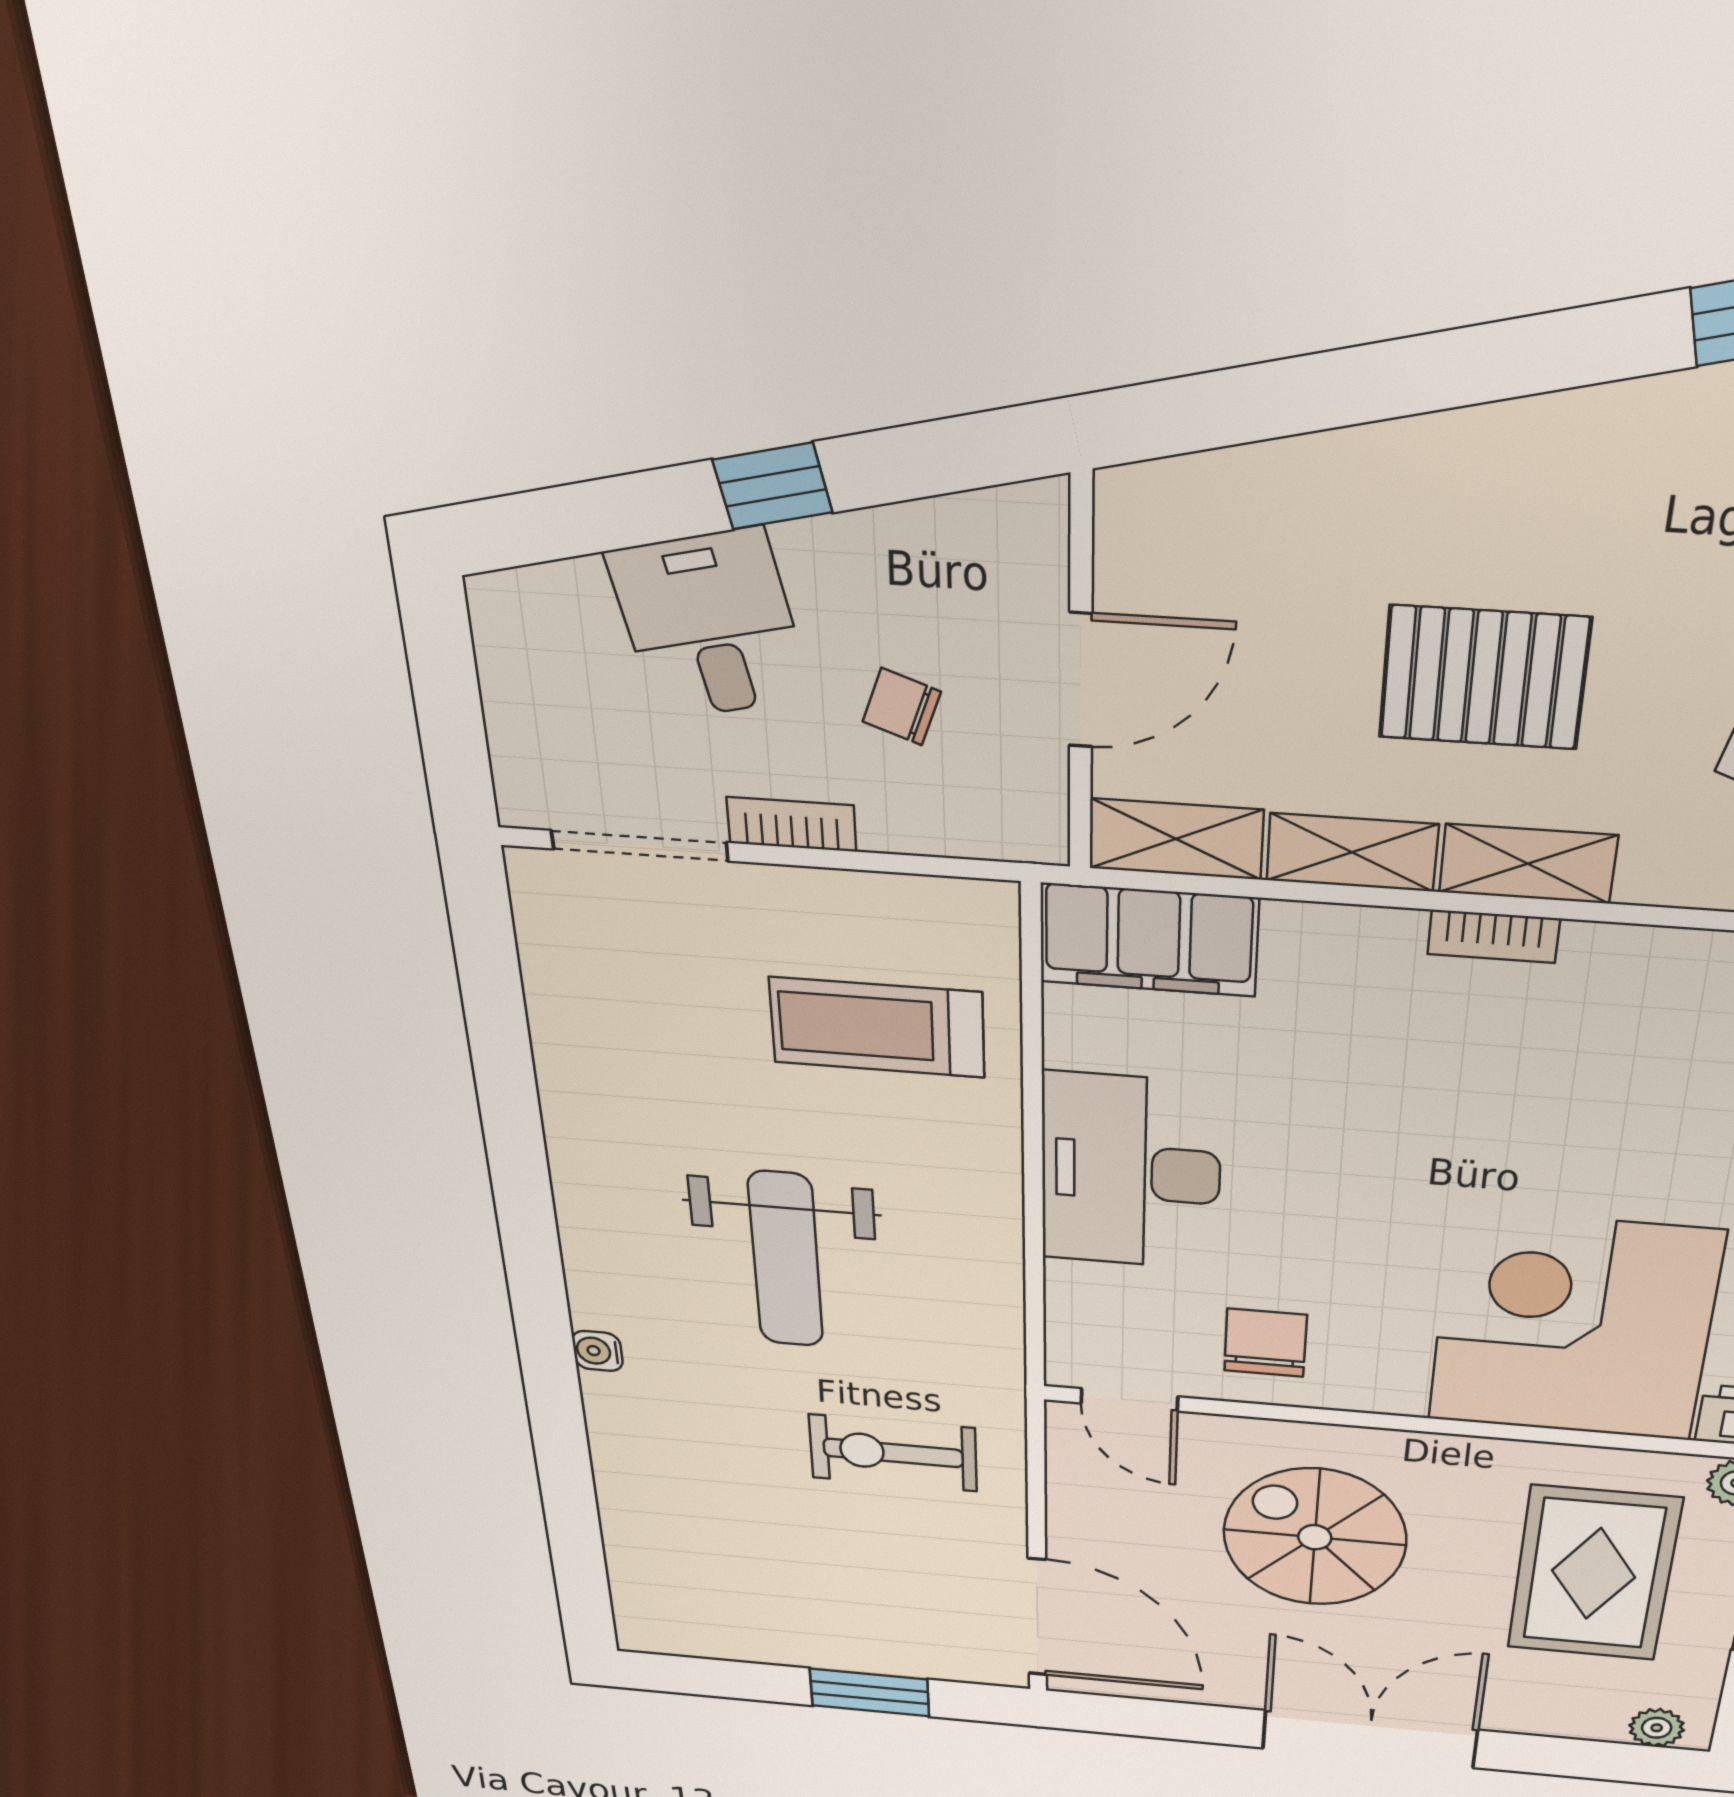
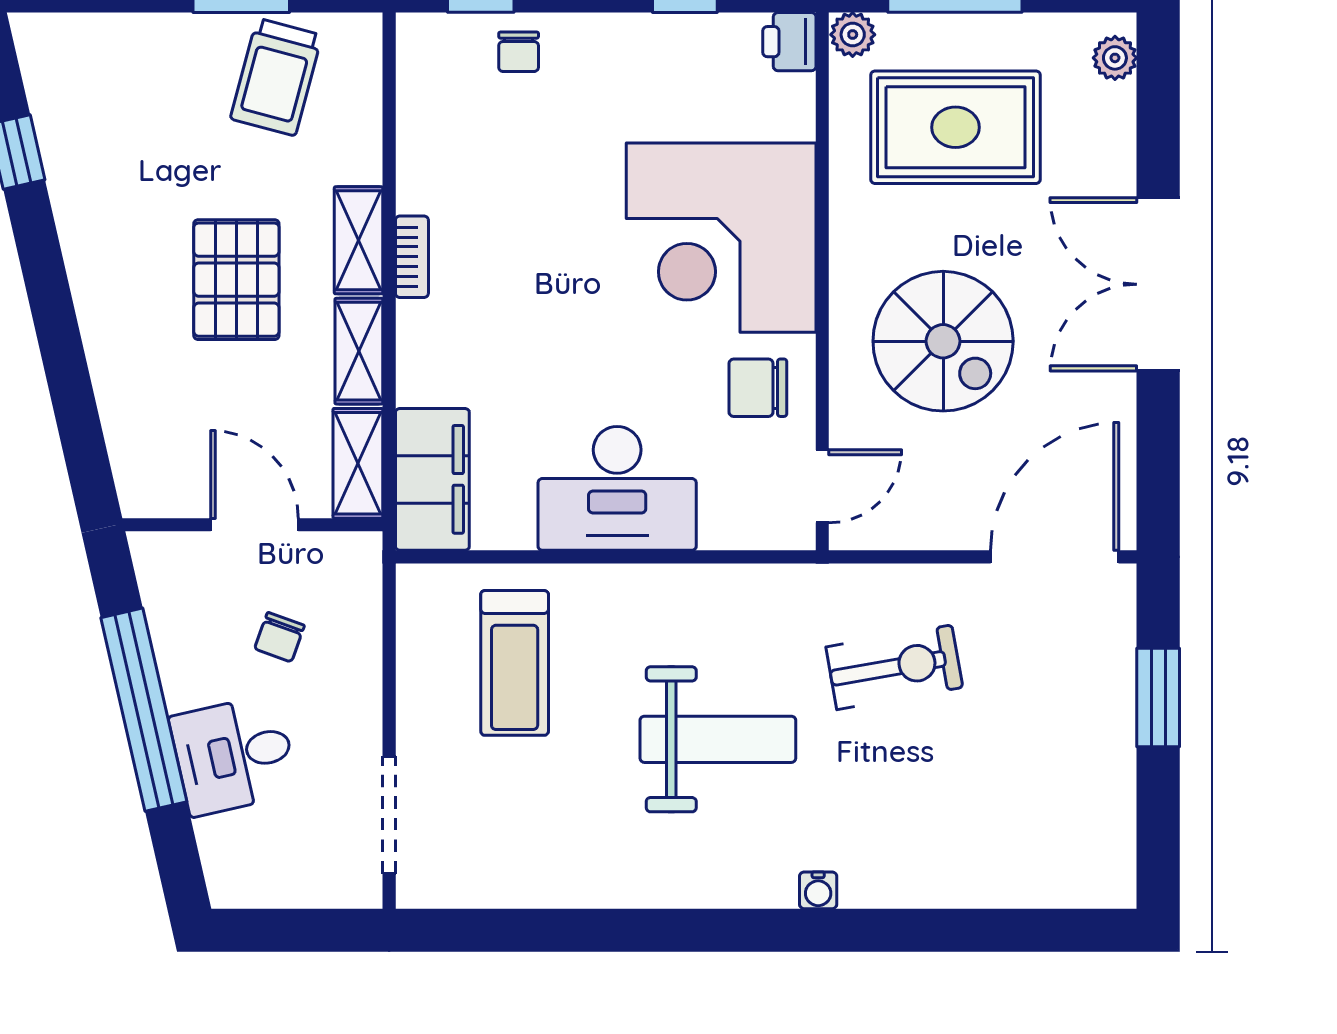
window: (773, 486) -> (144, 710), width x3.17
bookcase: (792, 824) -> (366, 712), removed
corner desk: (1573, 1327) -> (721, 238), moved
exercise bike: (893, 1453) -> (894, 667), turned -100
spiral stairs: (1315, 1537) -> (943, 341), turned -90

